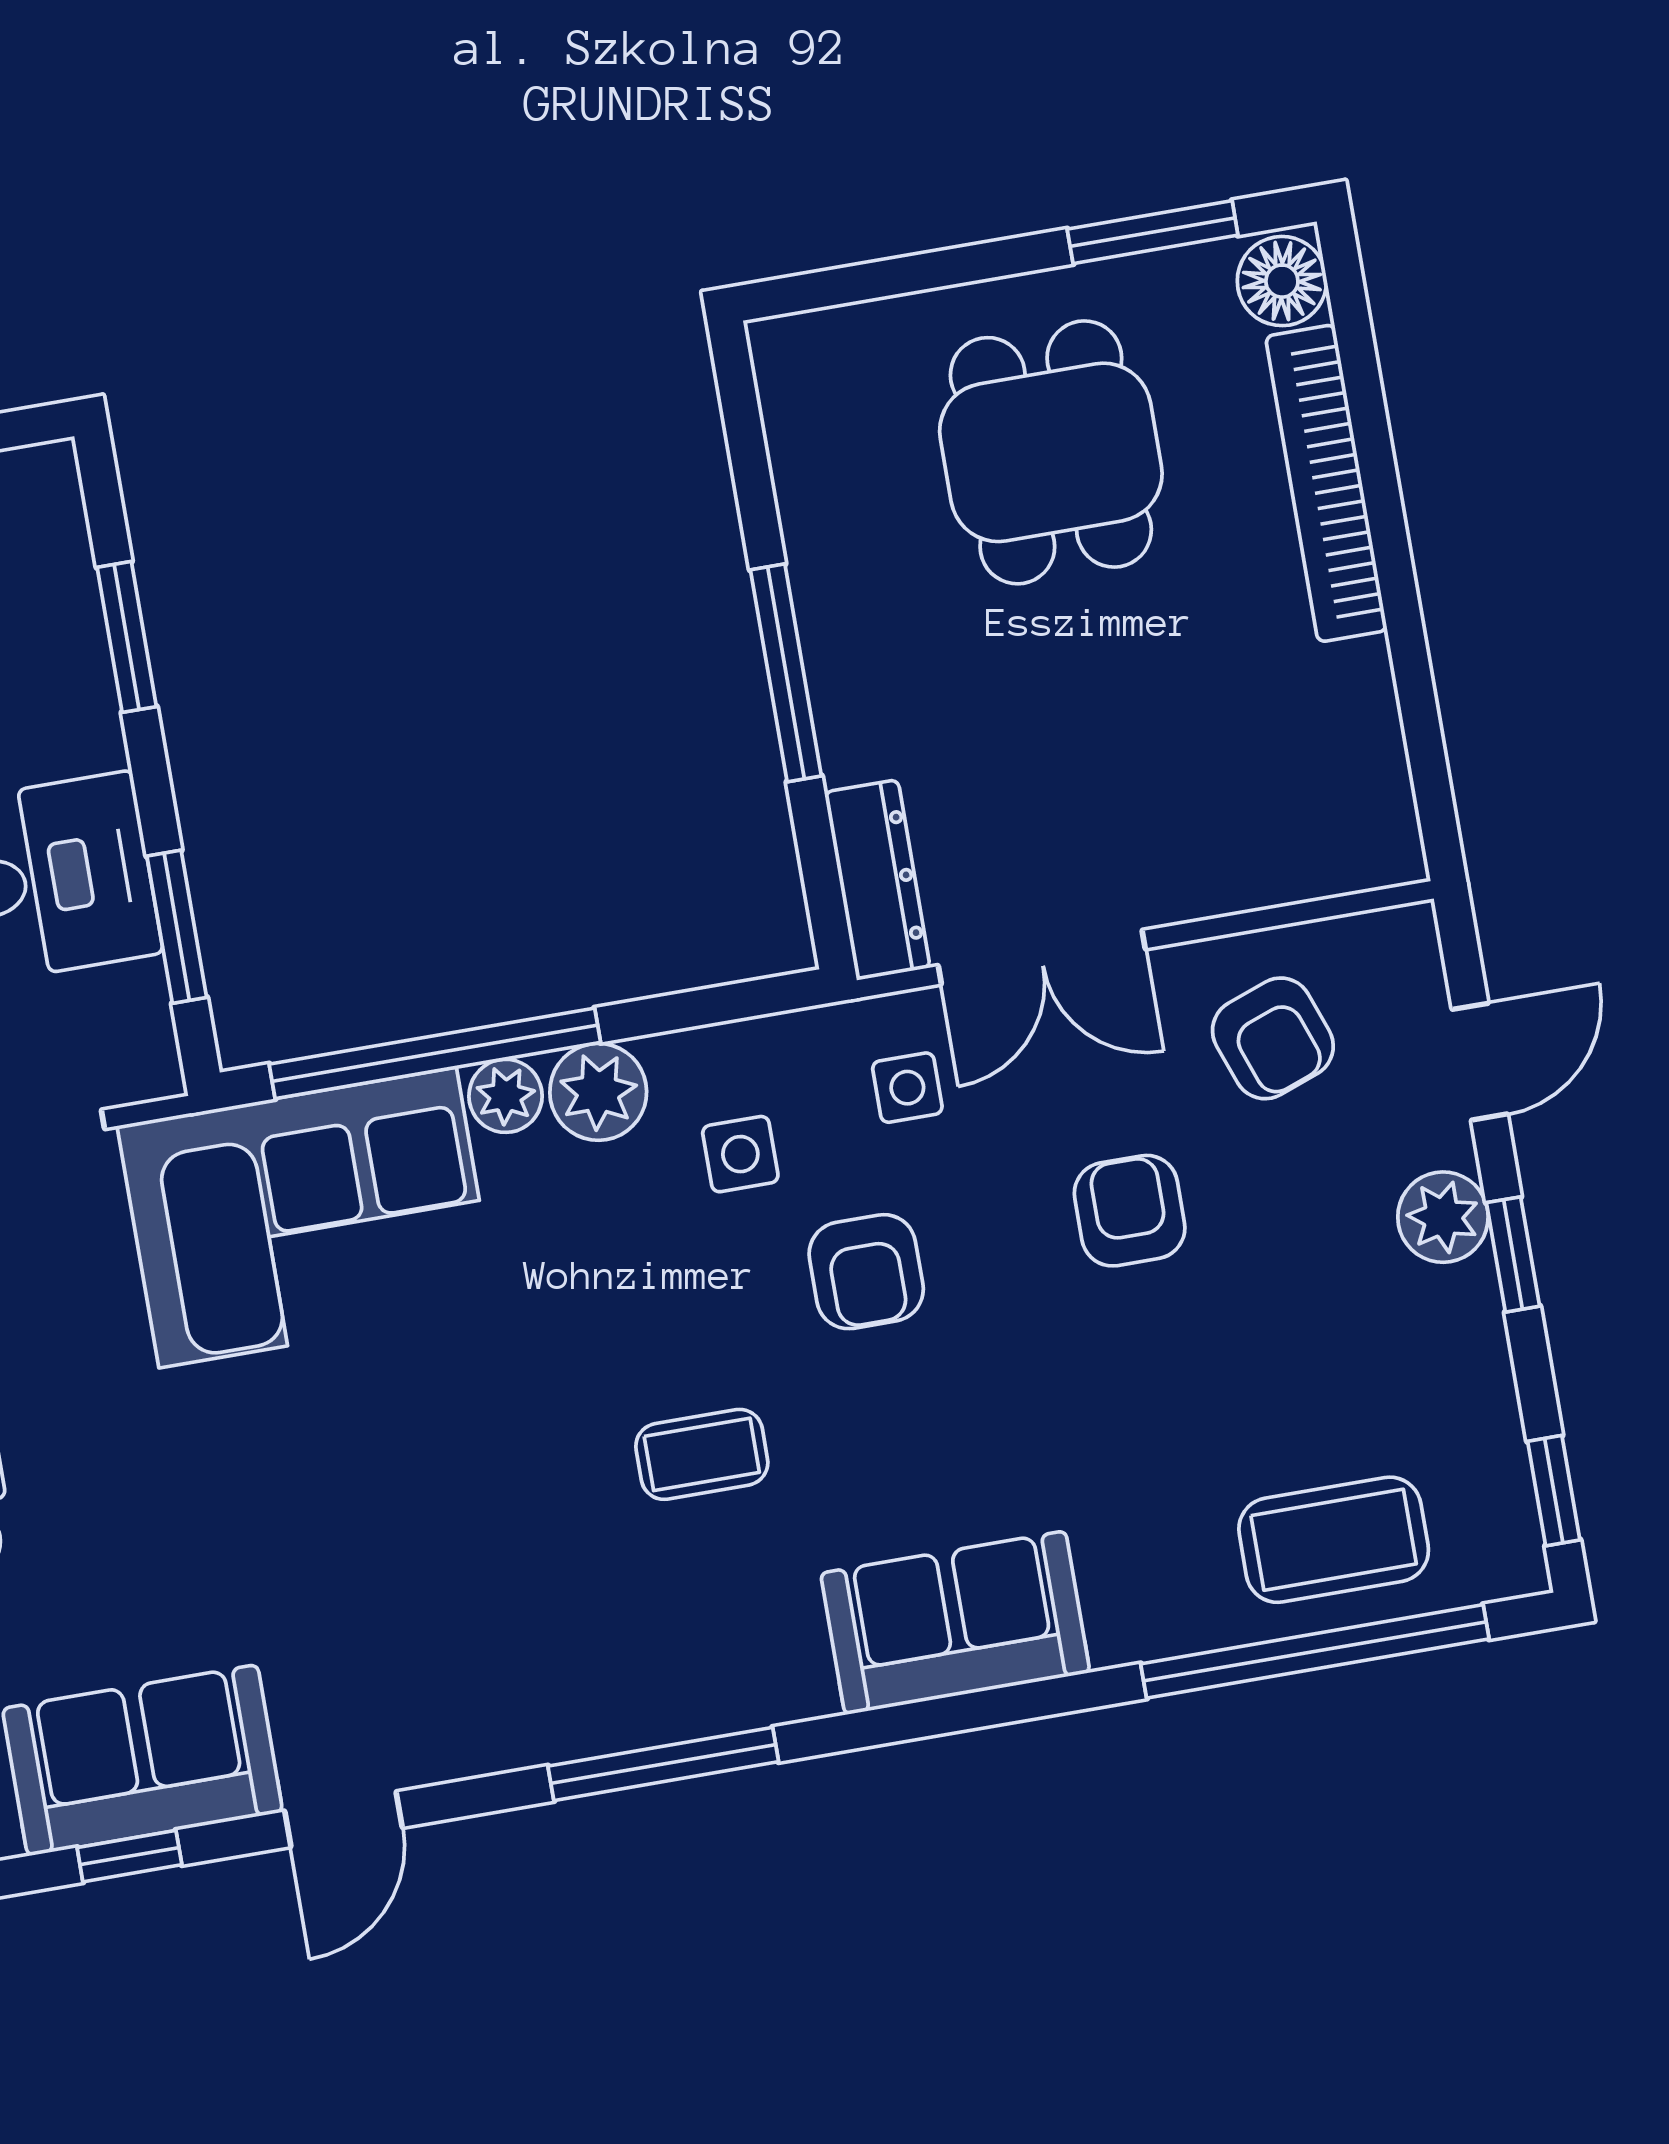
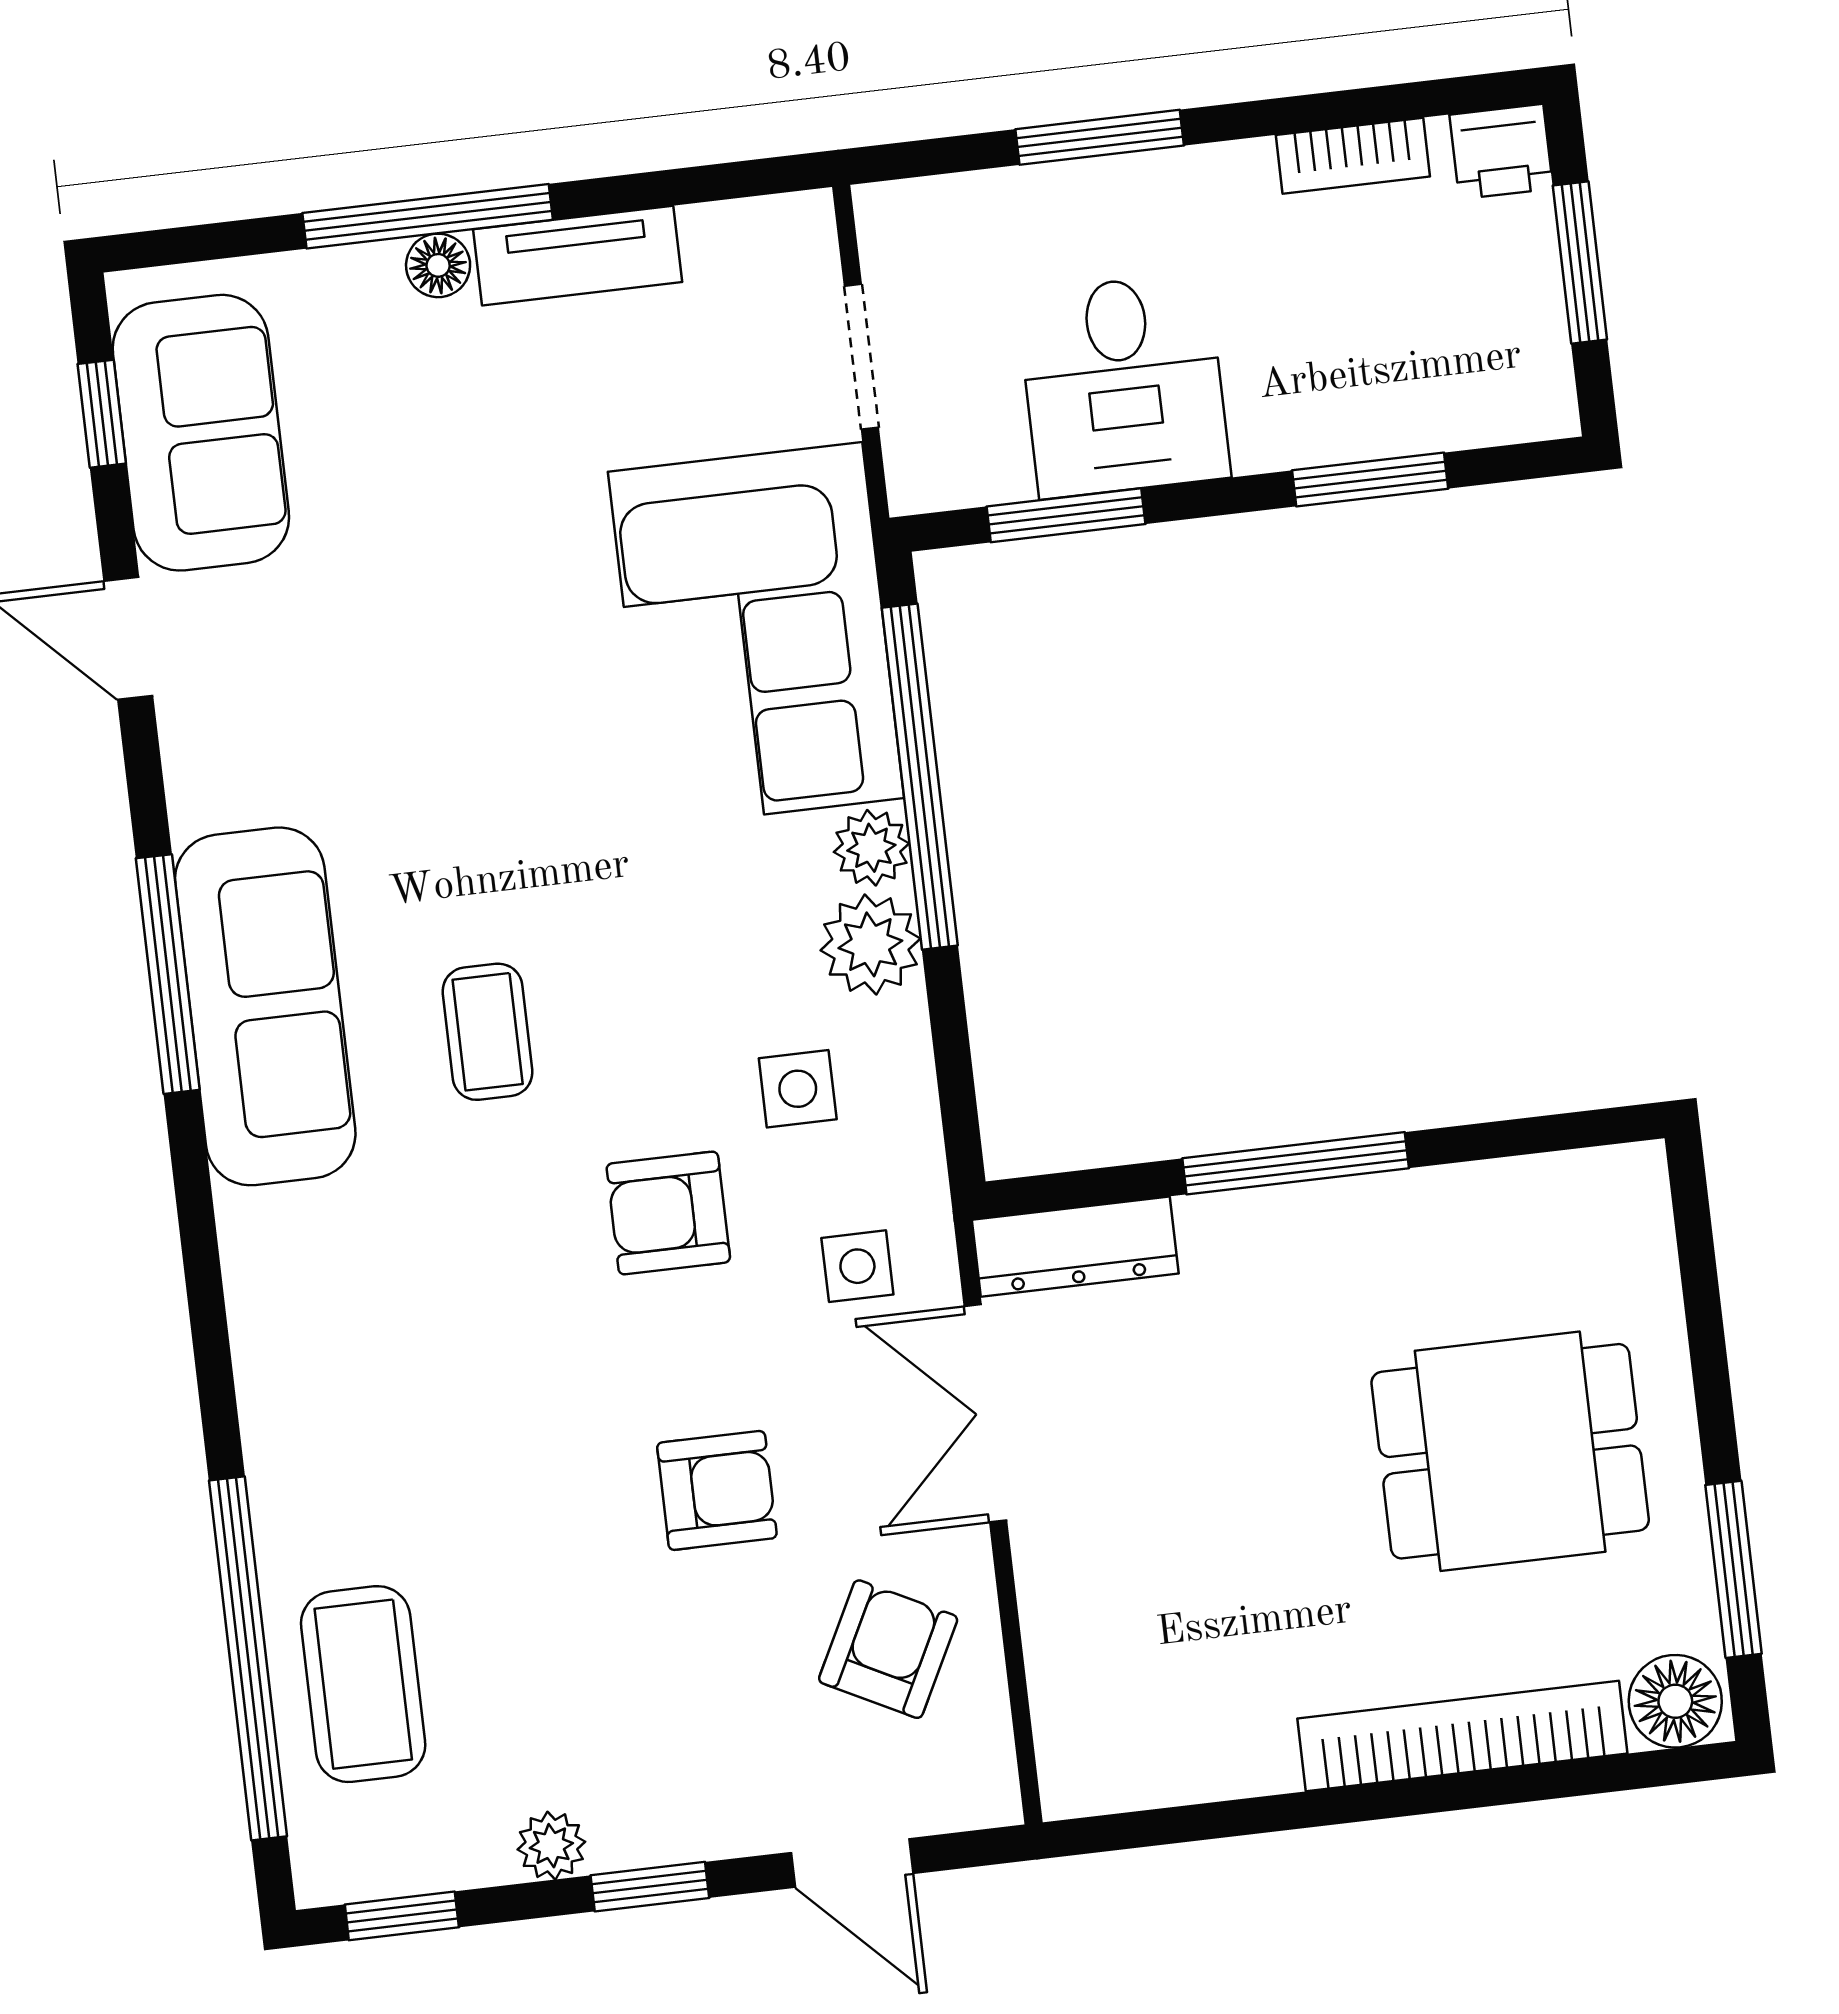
armchair: (1273, 1038) -> (888, 1649), turned 137
plant: (1443, 1217) -> (551, 1846), moved, width x0.73, depth x0.73
sofa: (955, 1623) -> (265, 1006), moved, width x1.36

